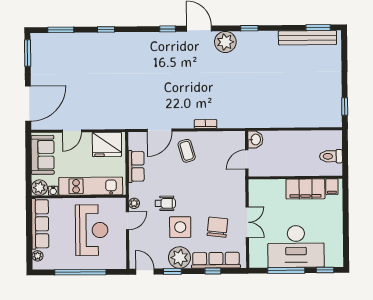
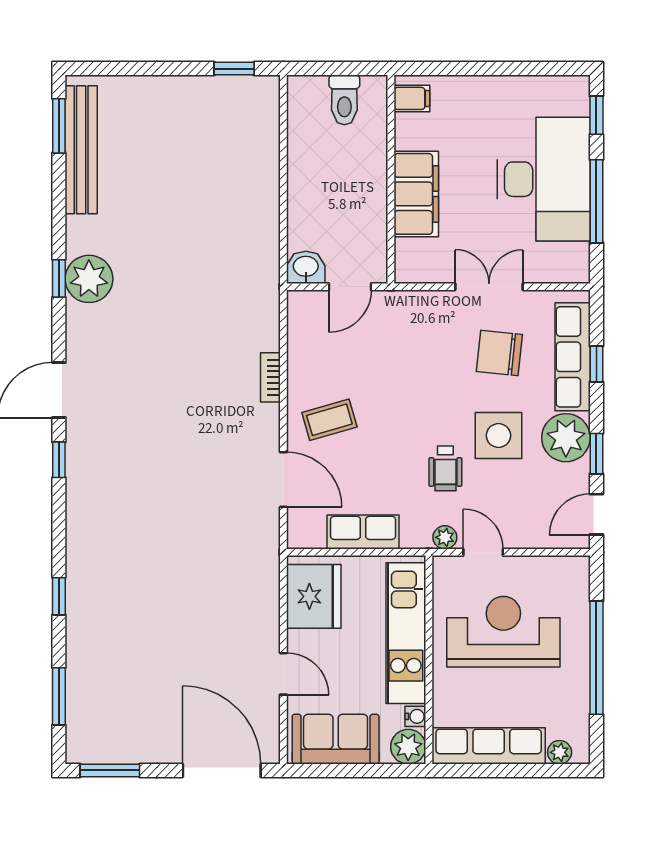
plant: (225, 42) -> (89, 279), moved
door: (247, 160) -> (350, 287), hinge flipped
filing cabinet: (305, 189) -> (416, 194), moved
wheelchair: (165, 203) -> (445, 468), turned 180

